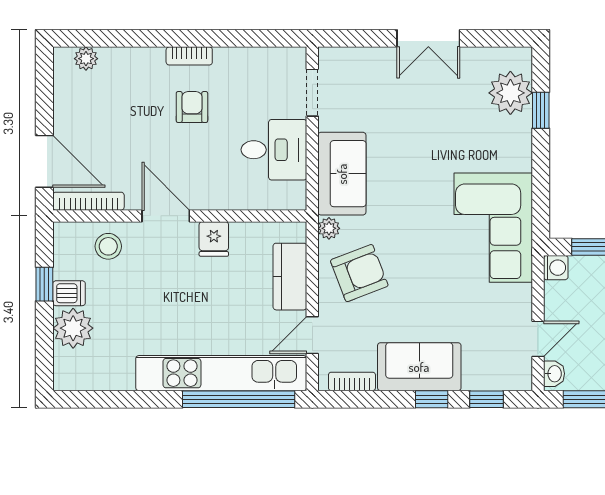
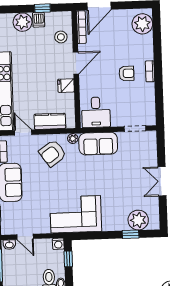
plant: (86, 59) -> (142, 24), width x1.88, depth x1.88
desk: (274, 150) -> (96, 112), moved
armchair: (359, 273) -> (53, 153), turned 76

